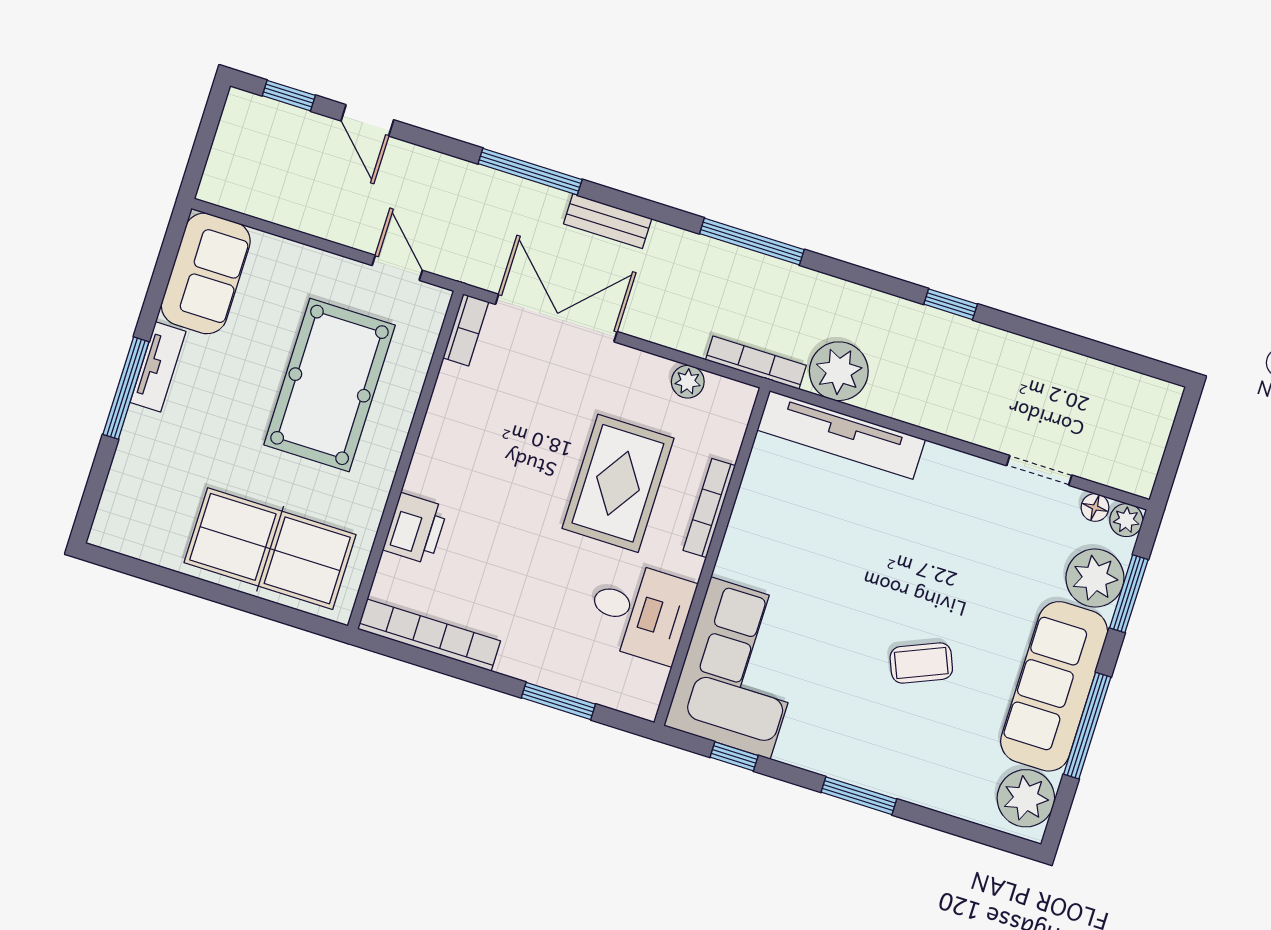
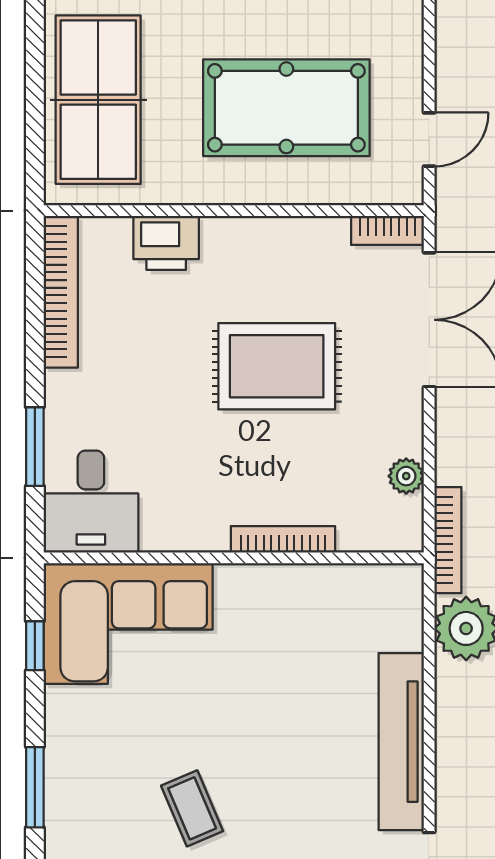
tv unit: (841, 435) -> (401, 742), moved
rug: (618, 483) -> (277, 366), moved
desk: (640, 612) -> (91, 502), moved

